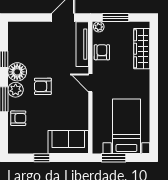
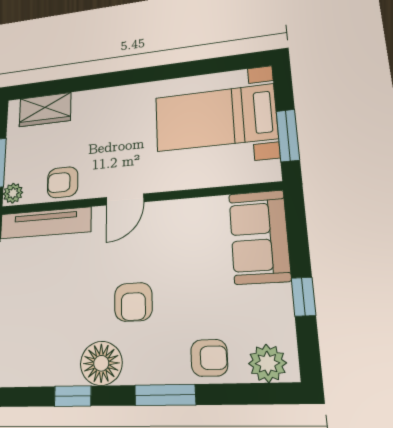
wardrobe: (142, 49) -> (45, 110), width x0.67
plant: (16, 90) -> (267, 363), moved
armchair: (18, 118) -> (209, 358), turned 90

